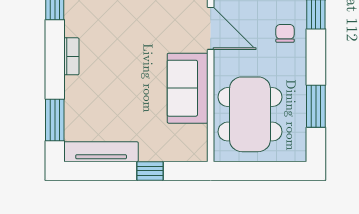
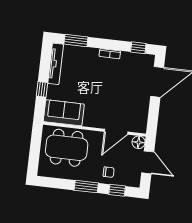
sofa: (188, 88) -> (64, 113), moved
window: (316, 106) -> (86, 187), moved

